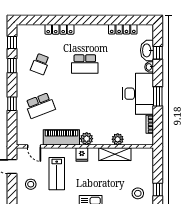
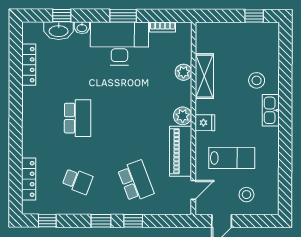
locker: (59, 29) -> (29, 179), moved
window: (12, 66) -> (101, 221), moved
stool: (138, 193) -> (257, 80), moved

